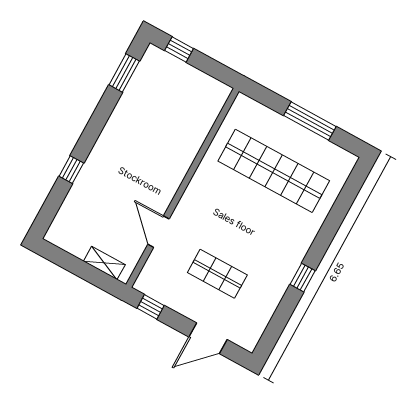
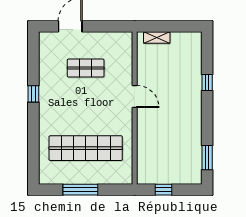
window: (179, 49) -> (164, 190), moved
door: (159, 232) -> (135, 96), moved
window: (151, 307) -> (115, 26), removed

